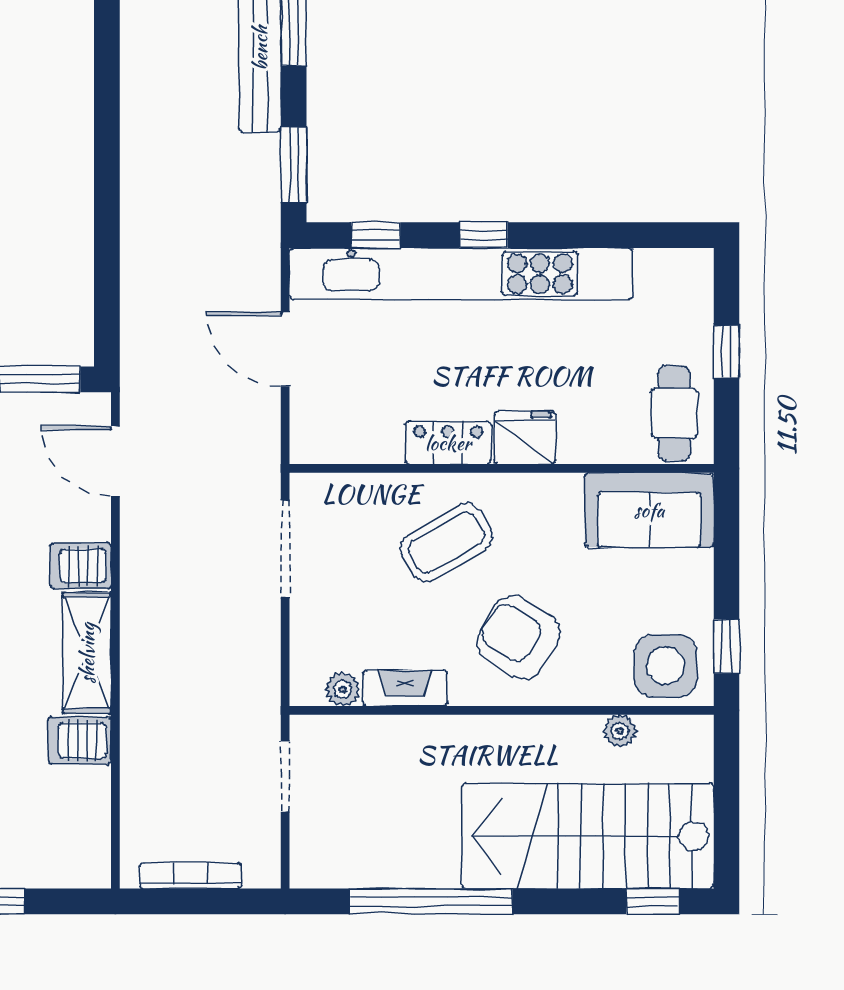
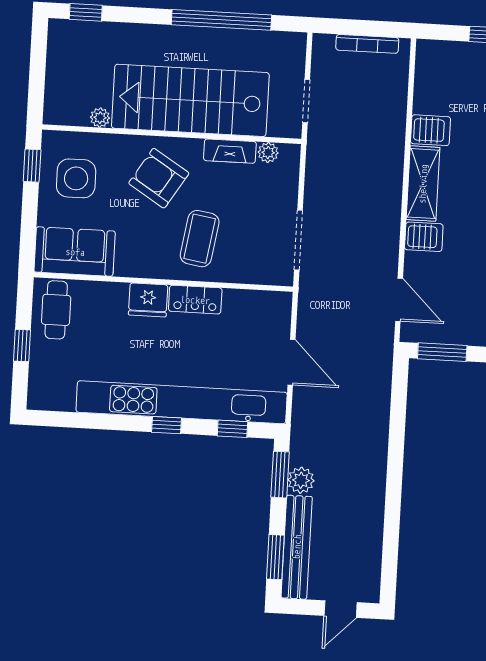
plant: (259, 157) -> (301, 480), added
coffee table: (446, 542) -> (200, 239), turned -51
armchair: (519, 637) -> (159, 178), turned 180
side table: (666, 666) -> (76, 178), moved
stairs: (588, 836) -> (190, 100), moved, turned 180

